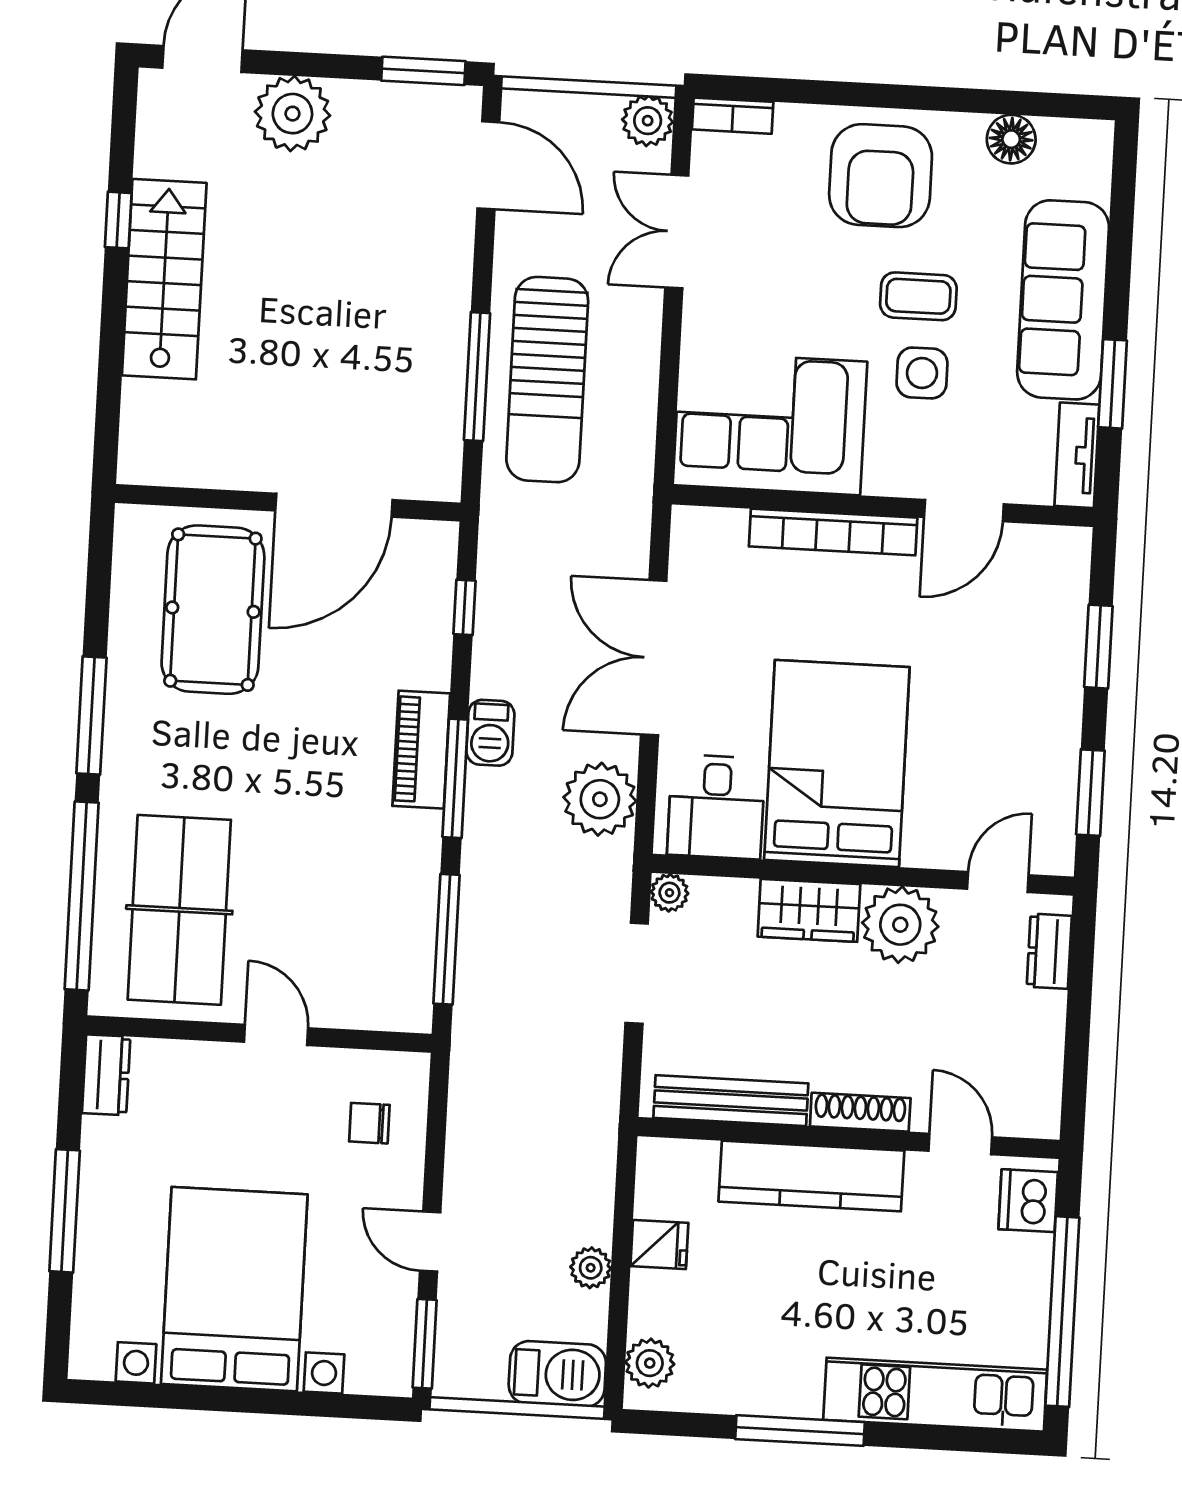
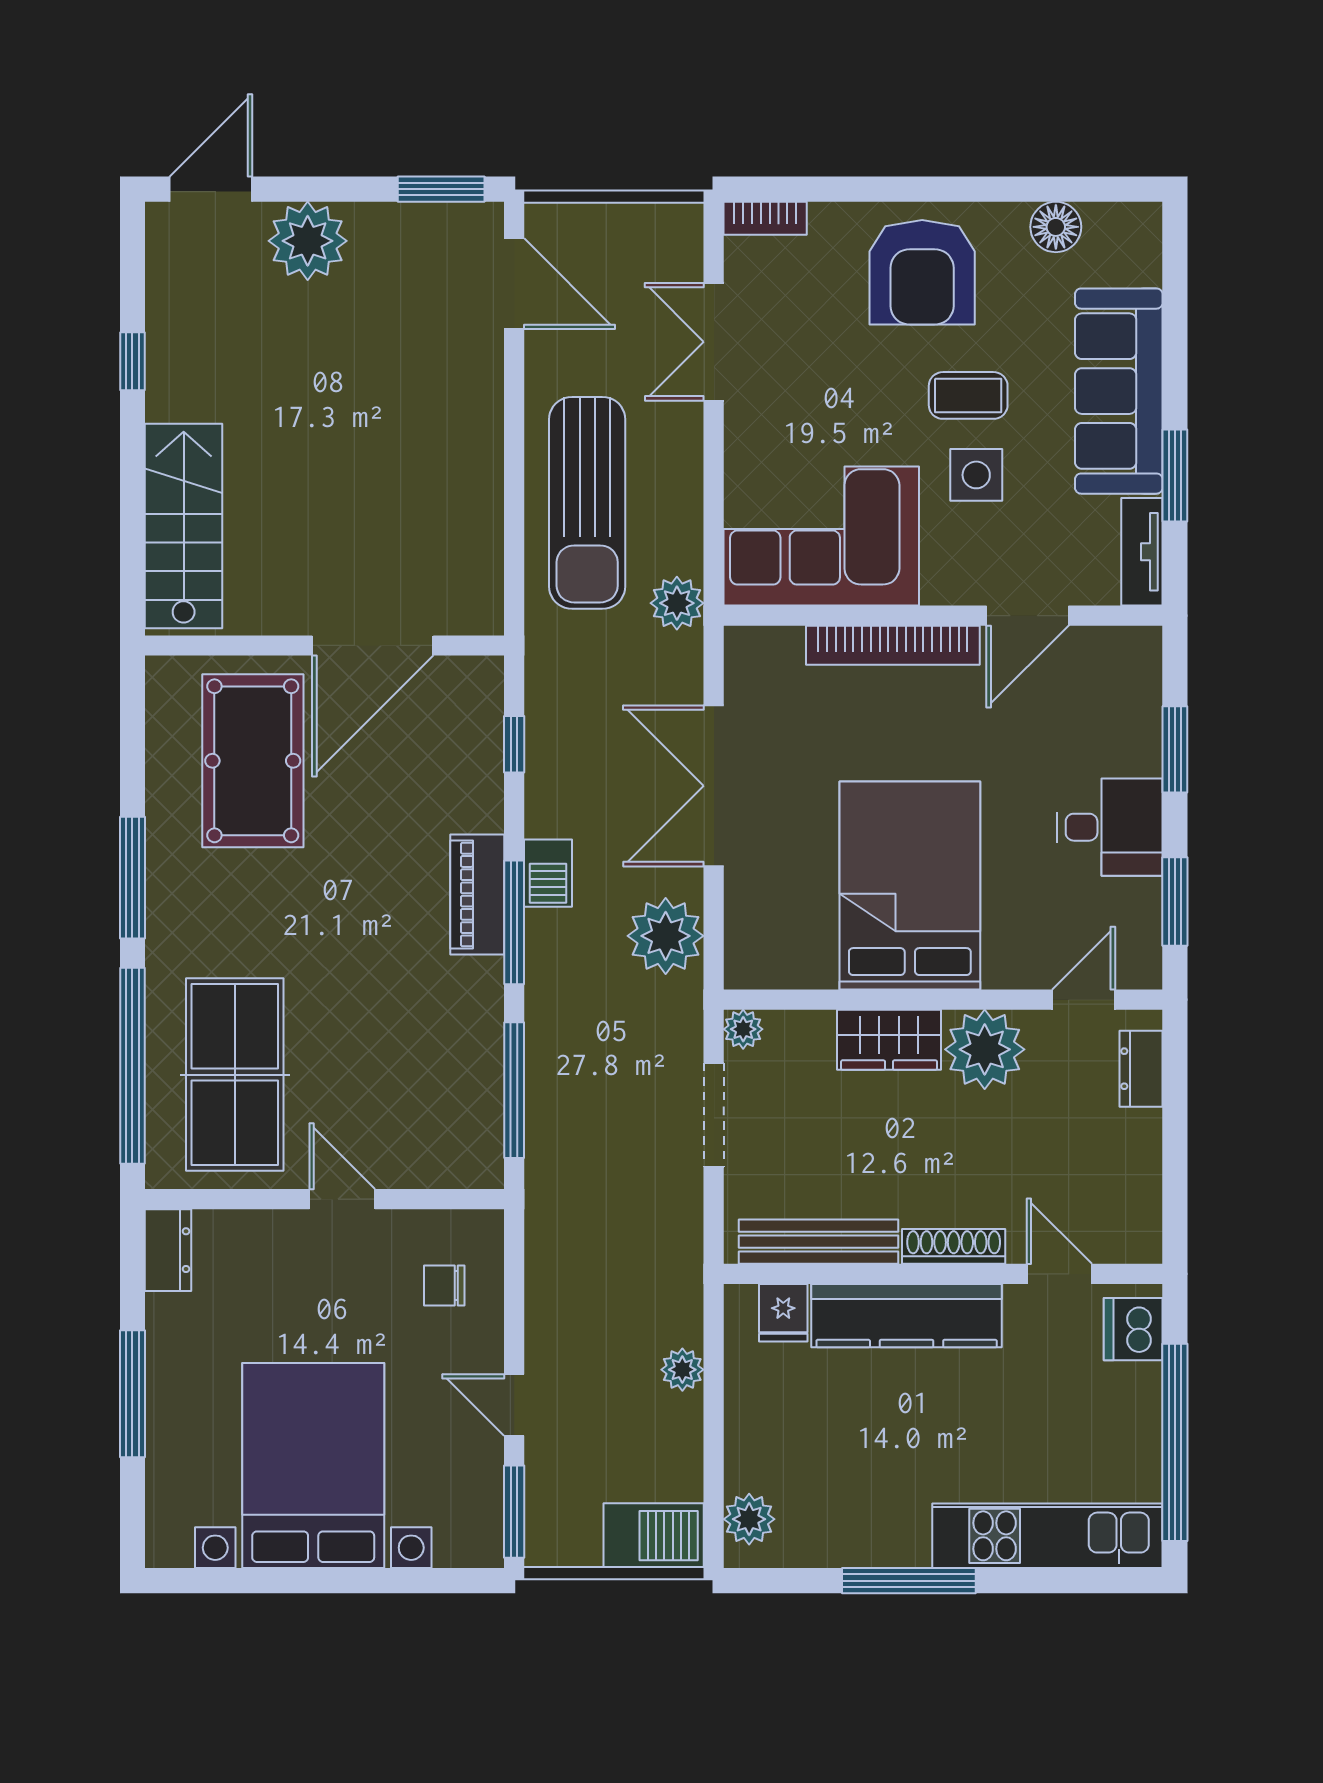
plant: (648, 121) -> (677, 603), moved
stairs: (164, 279) -> (184, 526), moved
window: (477, 377) -> (514, 504), removed
desk: (716, 807) -> (1110, 827), moved, turned -90
fridge: (659, 1244) -> (783, 1313), moved, turned 90
plant: (591, 1268) -> (682, 1370), moved

